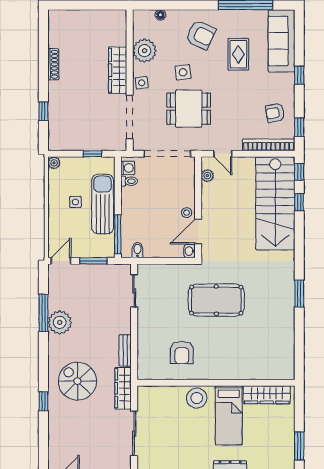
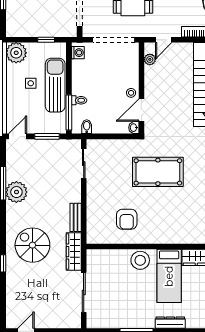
door: (223, 154) -> (164, 40), hinge flipped
plant: (54, 163) -> (16, 53), width x1.88, depth x1.88
toilet: (129, 181) -> (79, 100), moved

